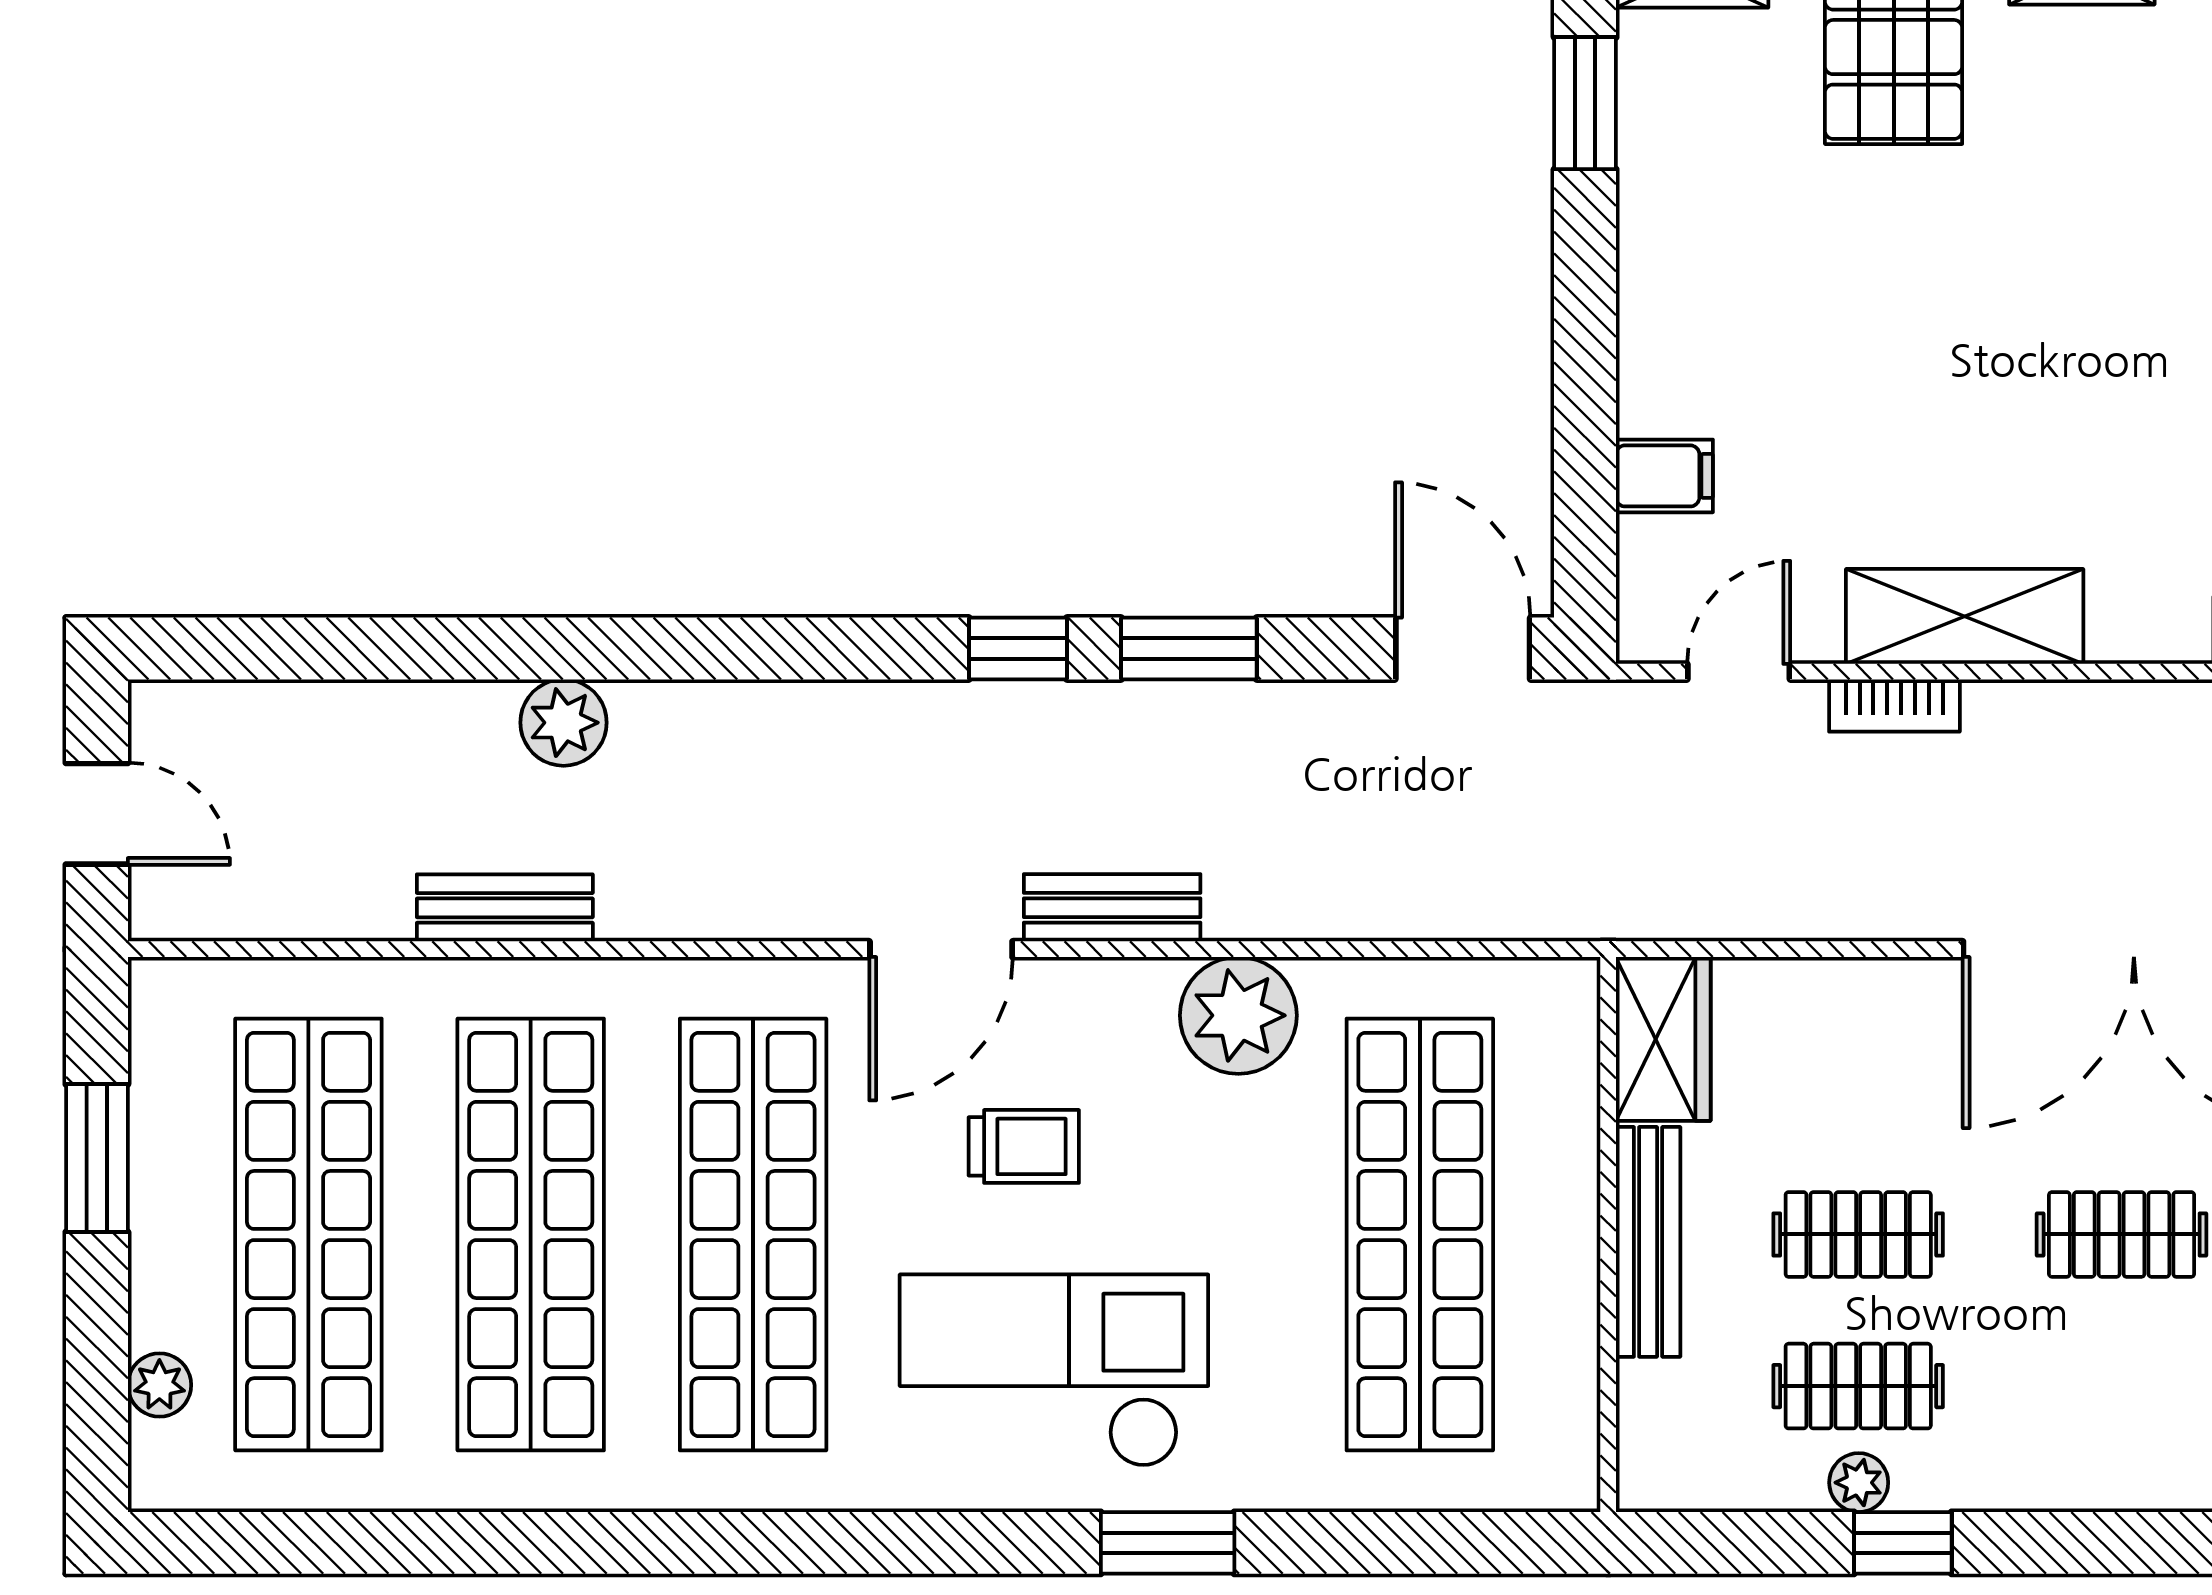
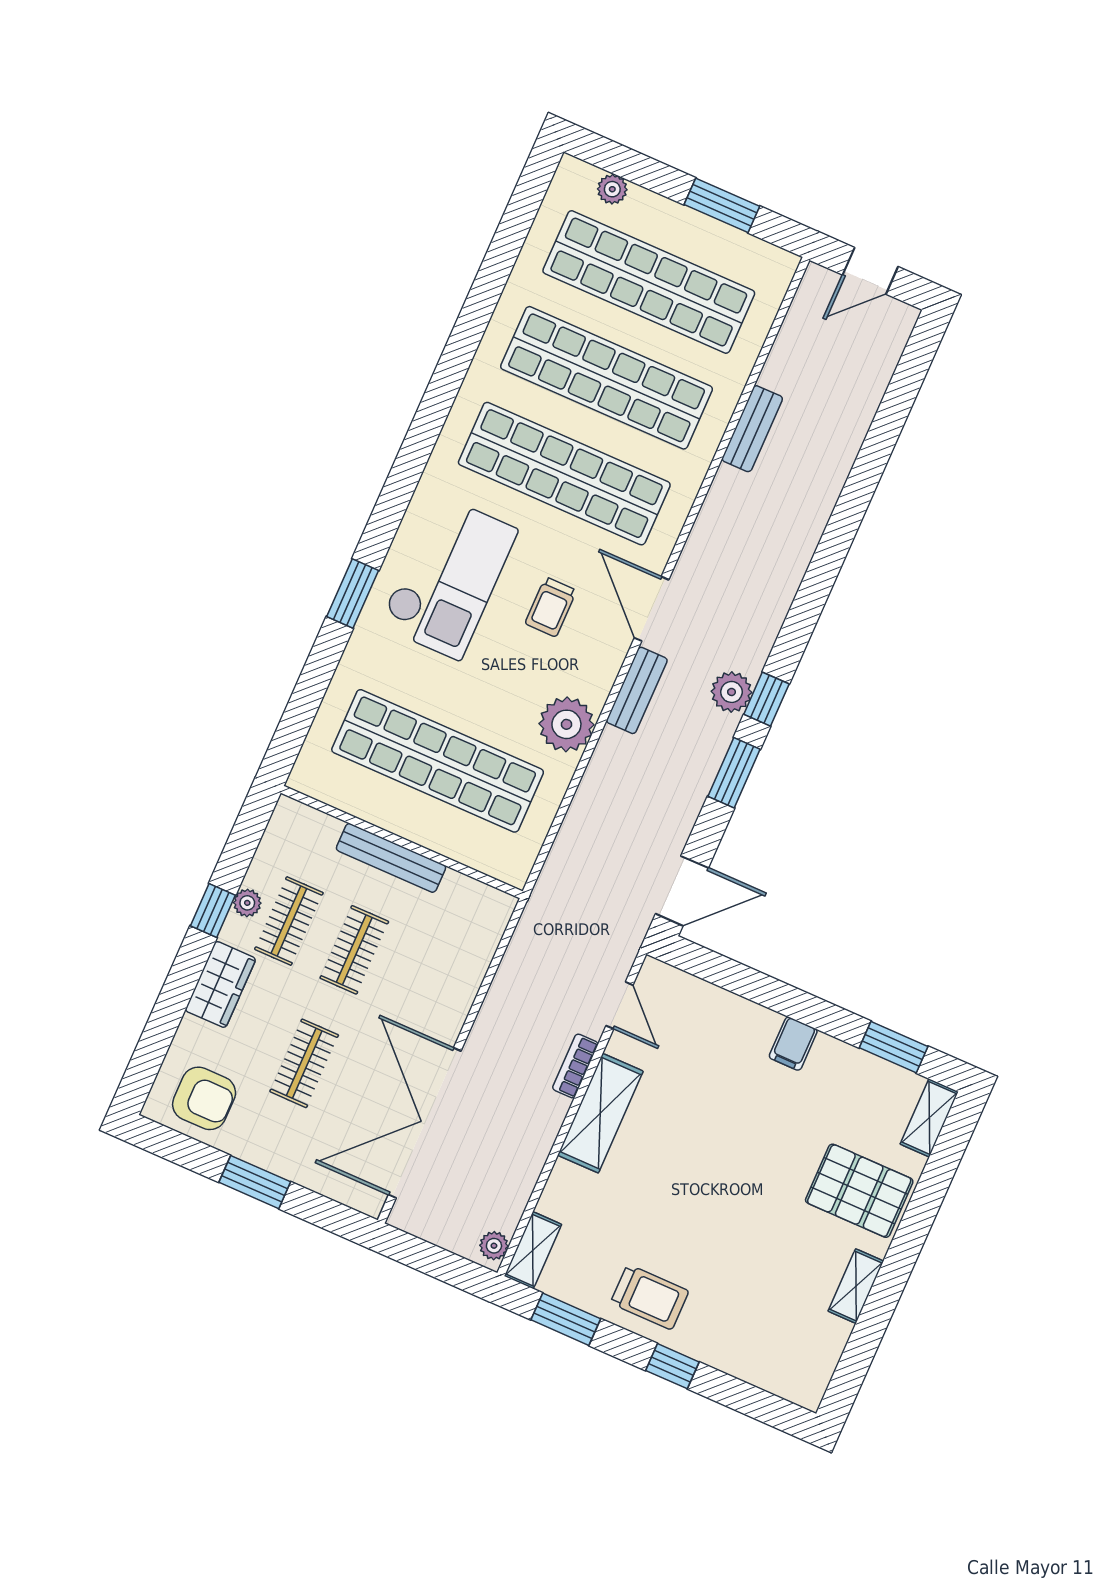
filing cabinet: (1664, 476) -> (793, 1044), moved
plant: (564, 723) -> (732, 692), moved
wardrobe: (1663, 1039) -> (220, 984), moved, turned -90

